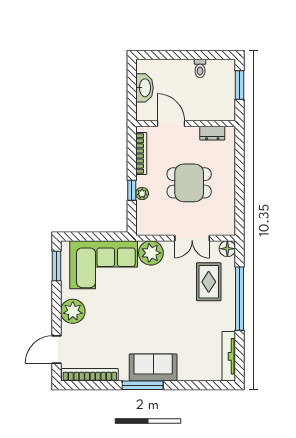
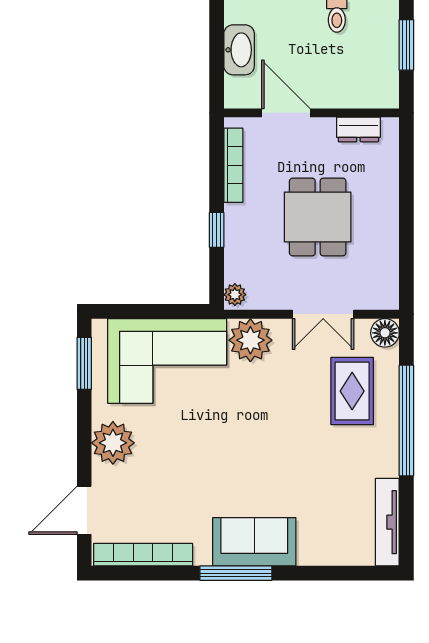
dining table: (189, 183) -> (318, 217), turned 90
plant: (142, 194) -> (235, 295), moved

